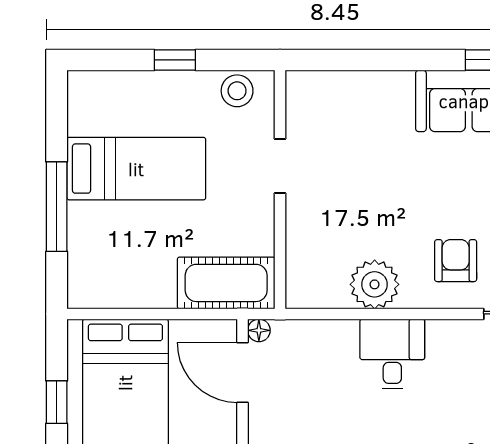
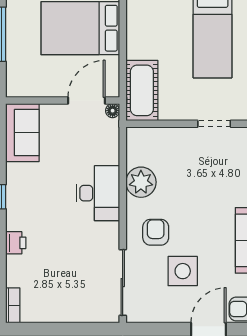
armchair: (456, 261) -> (156, 232), turned -90
desk: (392, 354) -> (98, 193), width x1.37

